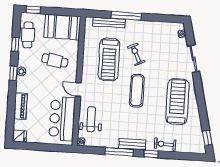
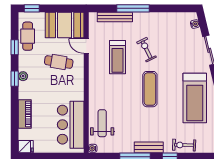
treadmill: (109, 60) -> (117, 57), width x0.73, depth x0.73
door: (78, 90) -> (86, 46), moved
treadmill: (177, 102) -> (195, 98), turned 180

